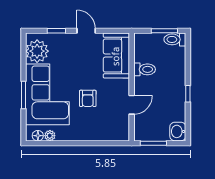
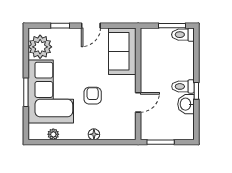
door: (86, 31) -> (91, 26), swing flipped
toilet: (145, 69) -> (183, 86), moved, turned 180
armchair: (88, 98) -> (93, 96), turned 180
washbasin: (178, 131) -> (186, 104), moved
floor lamp: (38, 136) -> (94, 134), moved

